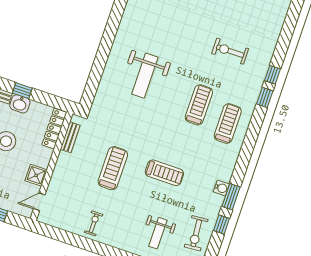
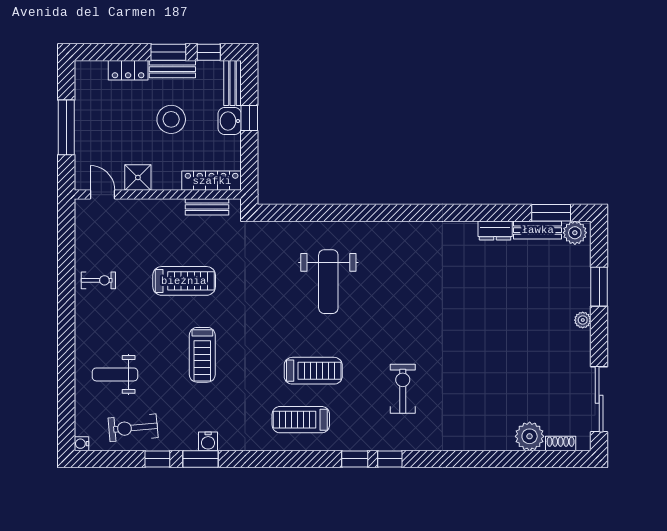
weight bench: (145, 76) -> (328, 282), turned -90
treadmill: (228, 124) -> (301, 420), turned 180

